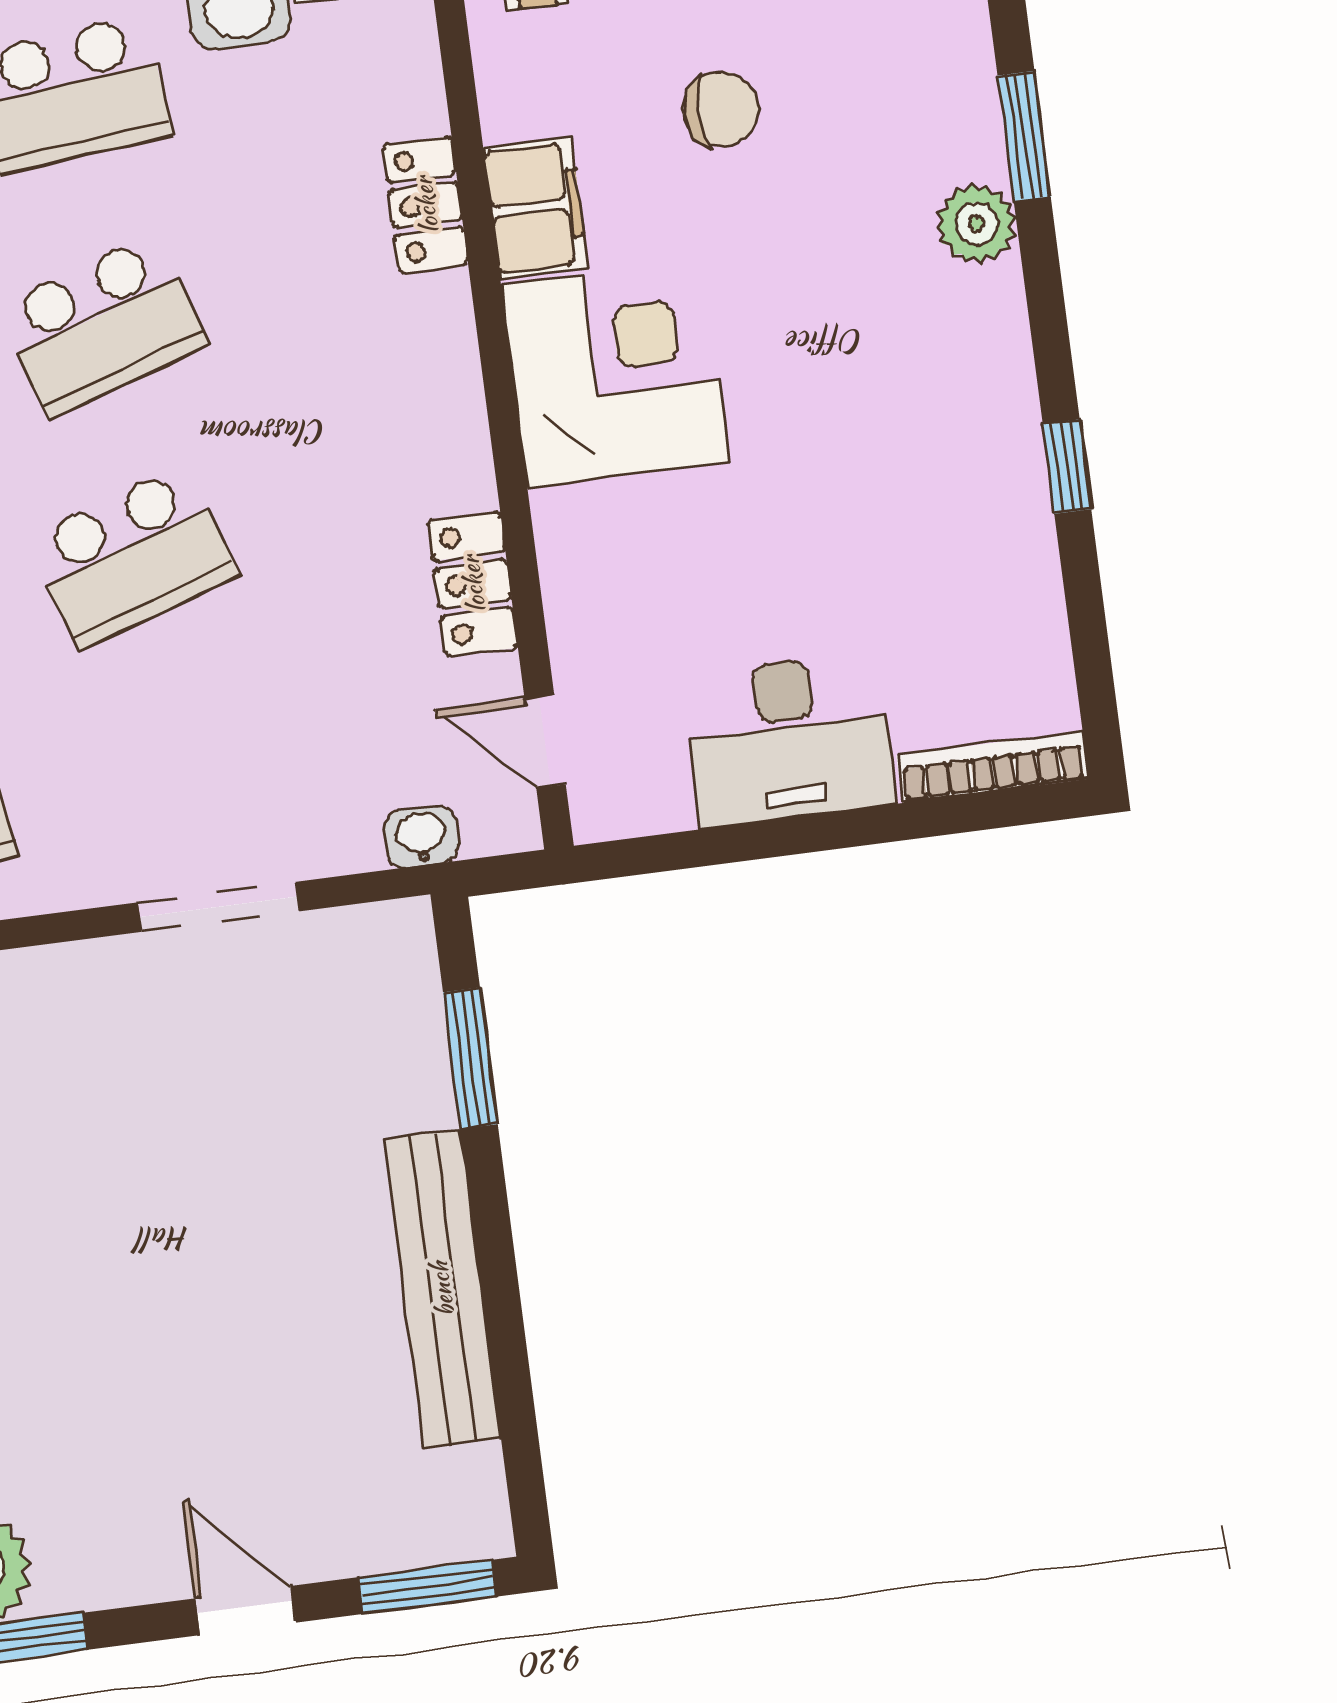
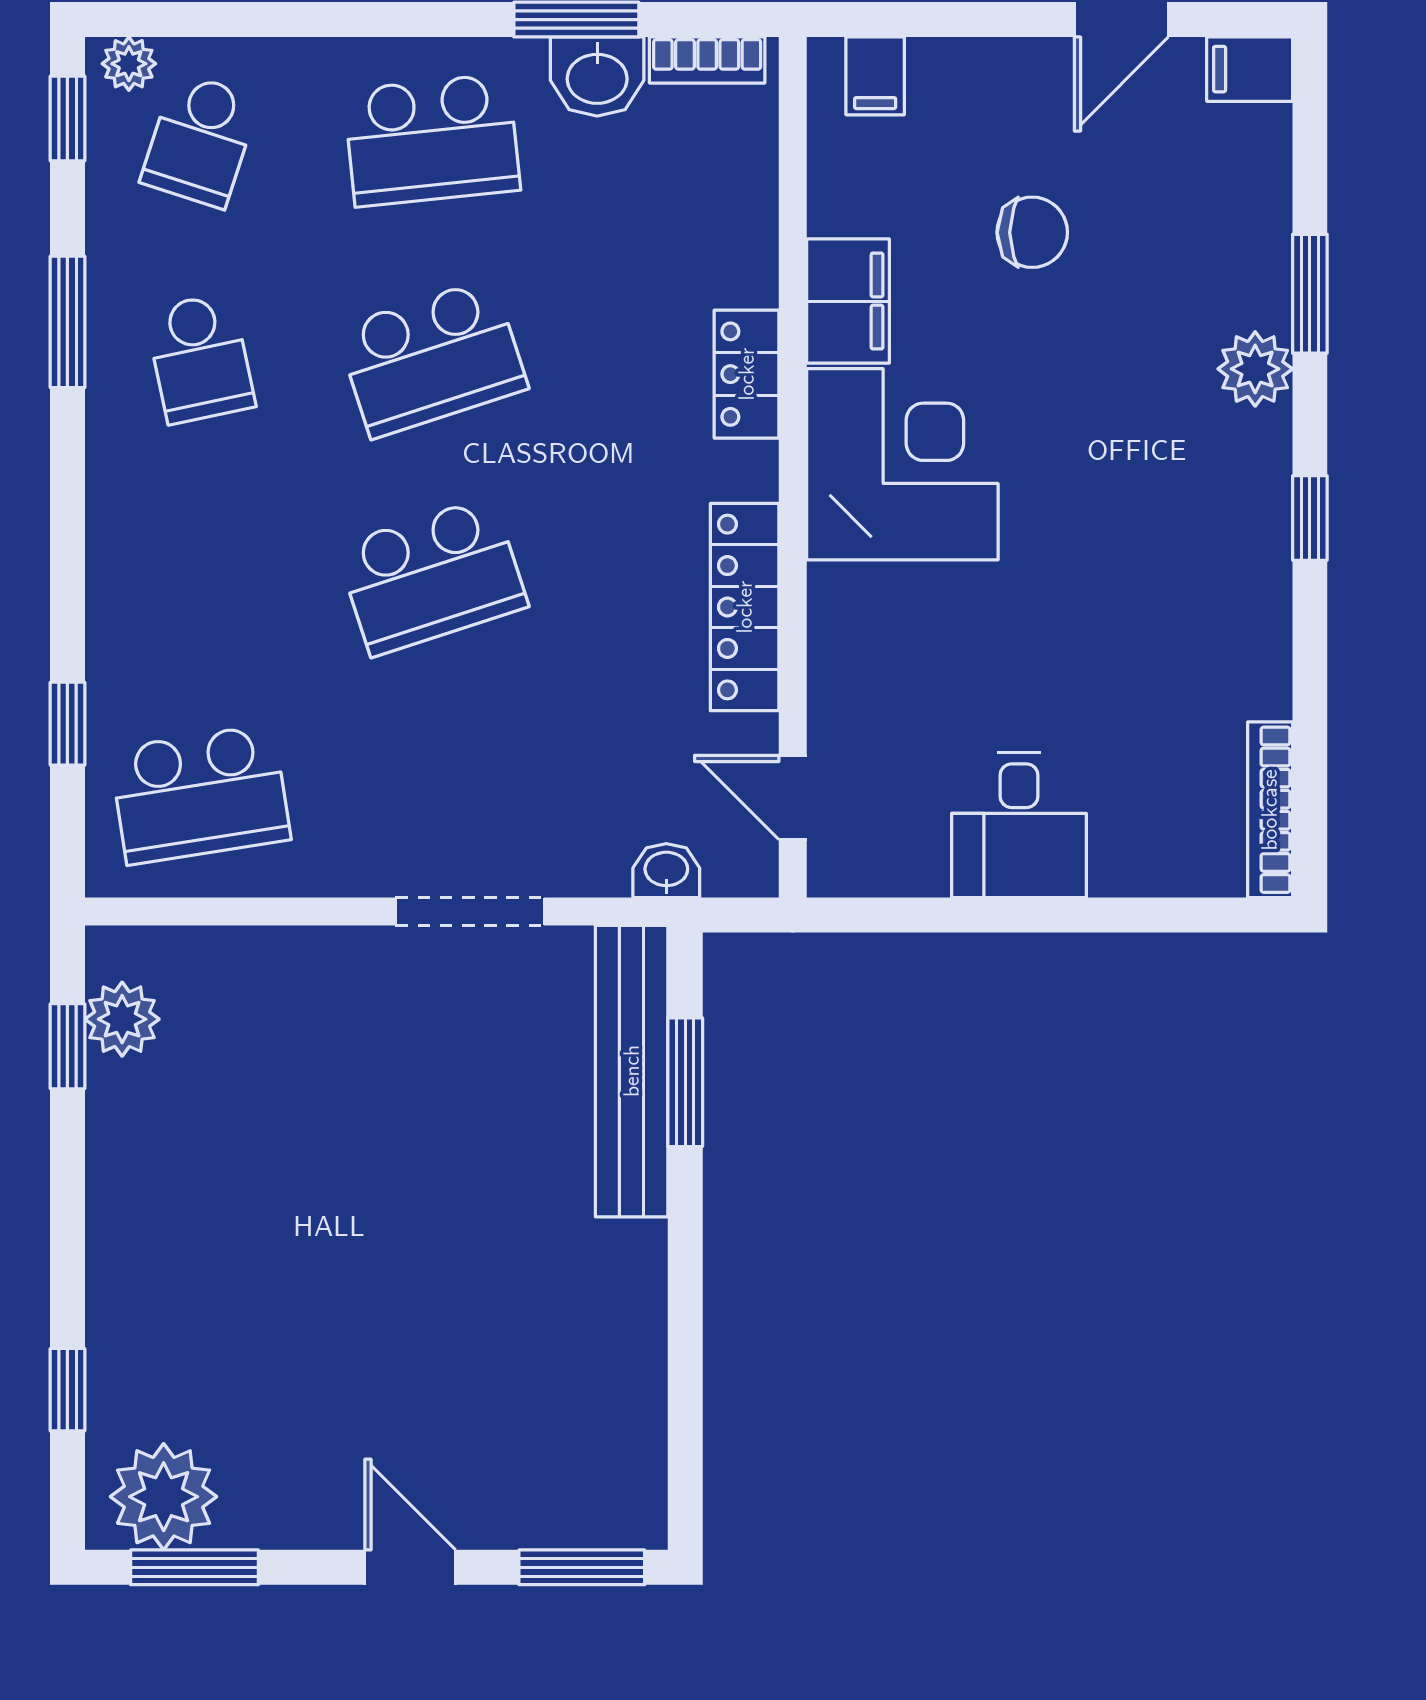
locker: (426, 205) -> (747, 374), moved
window: (1067, 467) -> (1310, 518), moved
locker: (473, 584) -> (745, 607), width x1.53
desk: (789, 740) -> (1019, 825), width x0.73
bookcase: (993, 767) -> (1270, 810), moved, turned -90
bench: (442, 1289) -> (632, 1071), moved

